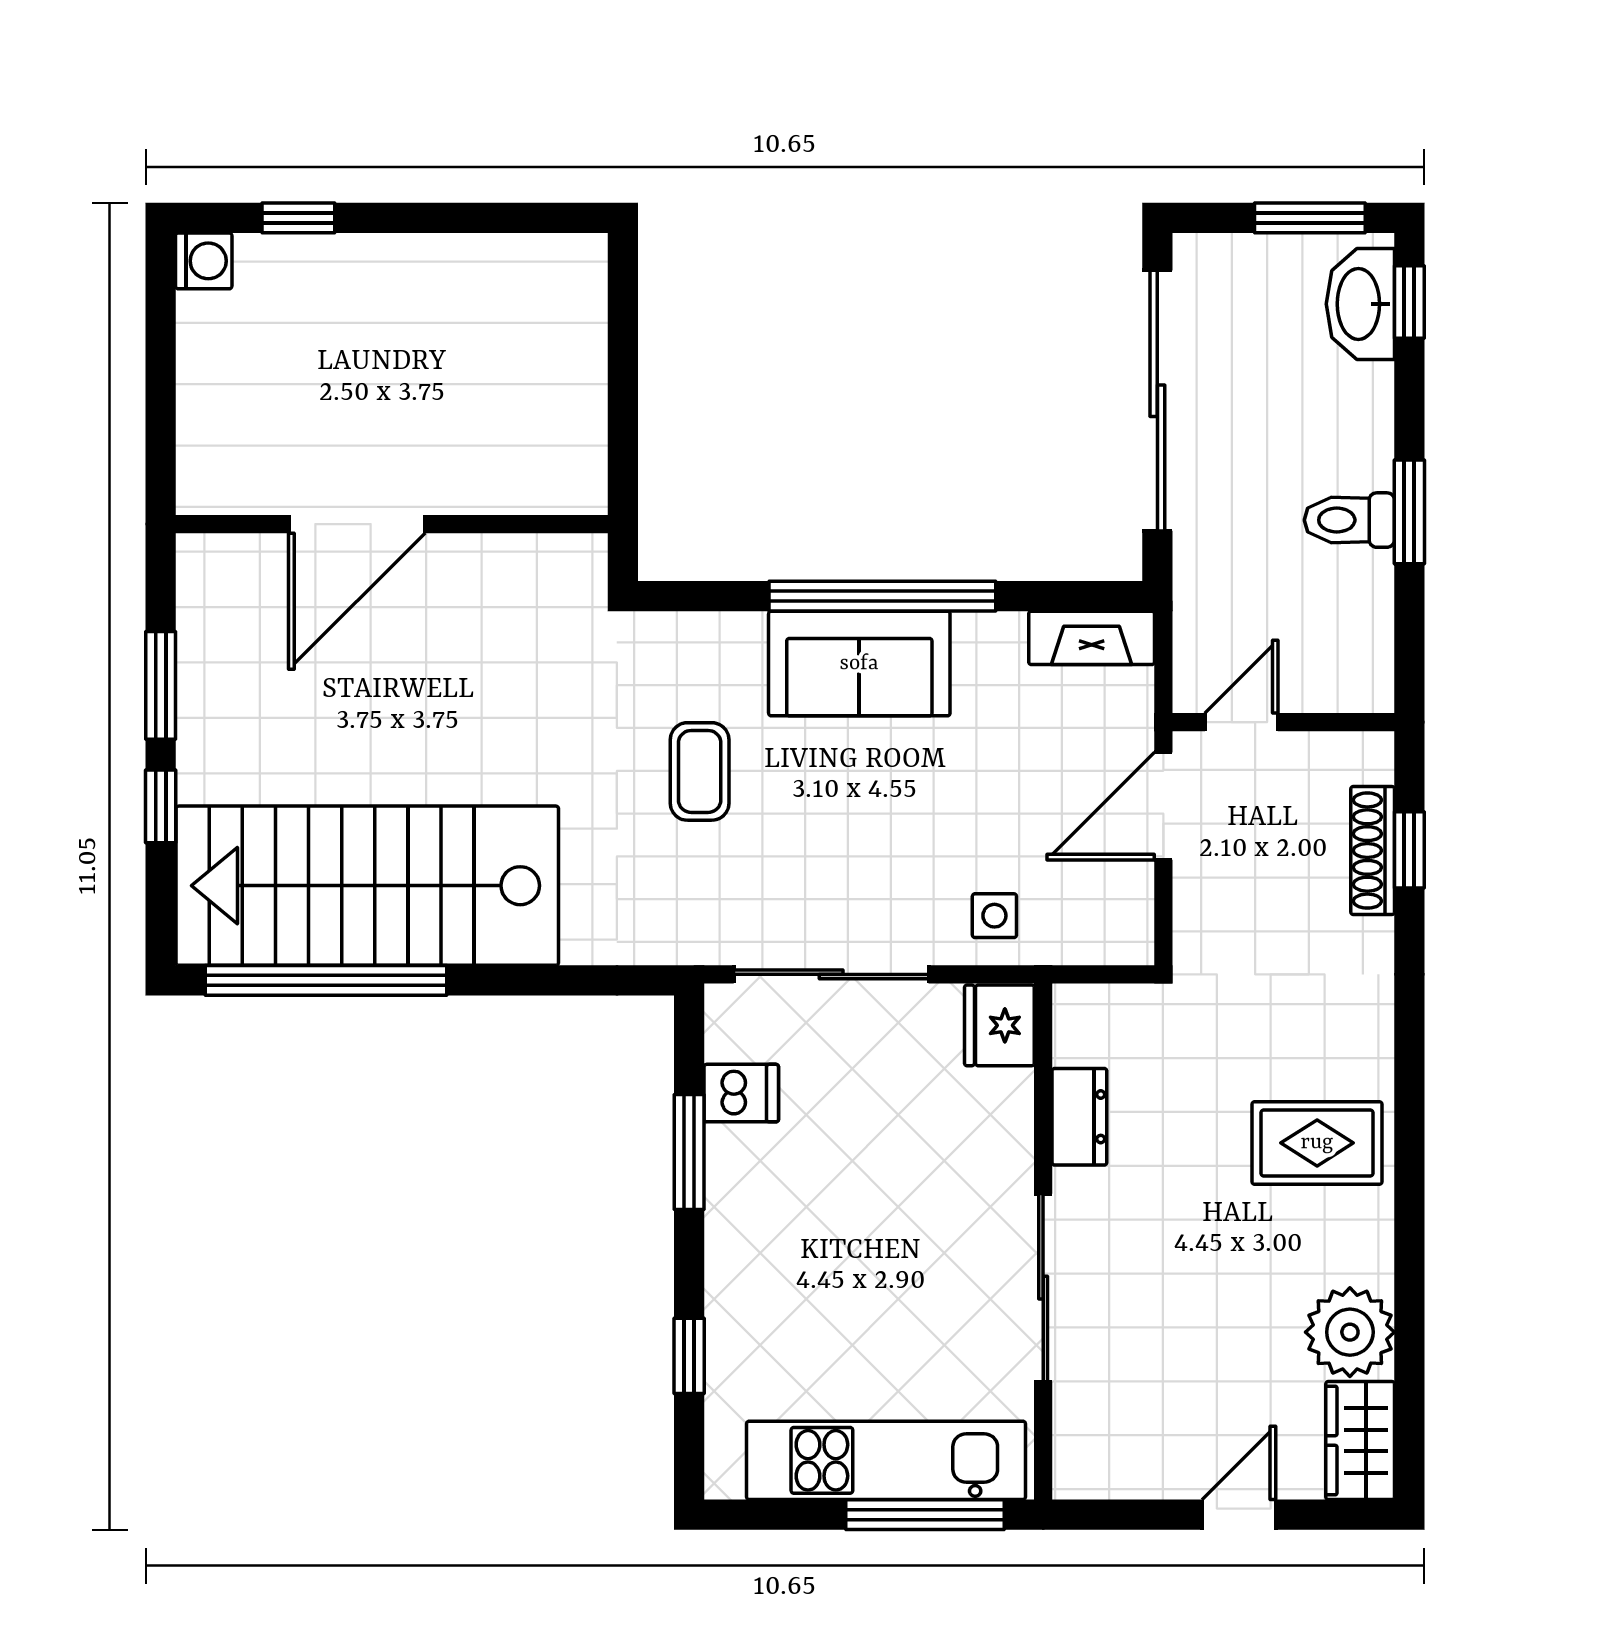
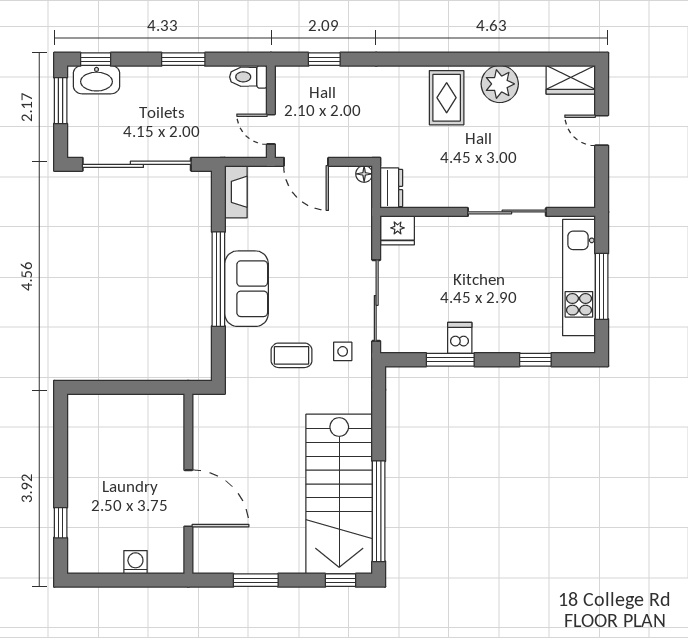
washing machine: (204, 261) -> (135, 562), moved
toilet: (1349, 520) -> (248, 77), moved, turned 90
window: (161, 806) -> (341, 580), moved
shoe rack: (1373, 851) -> (325, 75), removed
side table: (994, 916) -> (343, 351), moved
floor lamp: (1134, 945) -> (364, 174), added
dishwasher: (741, 1093) -> (460, 338), moved
dresser: (1079, 1117) -> (391, 188), moved, turned 90
plant: (1350, 1332) -> (500, 84), moved
window: (925, 1515) -> (602, 286), moved

